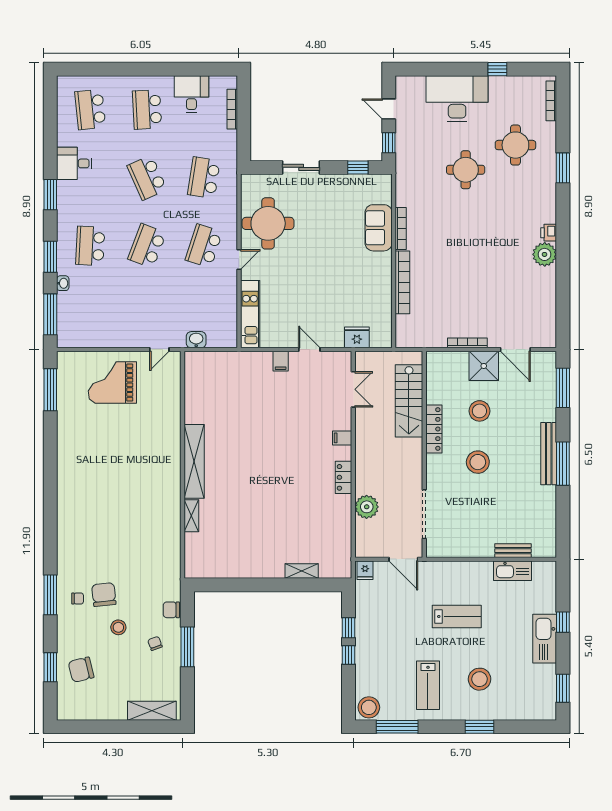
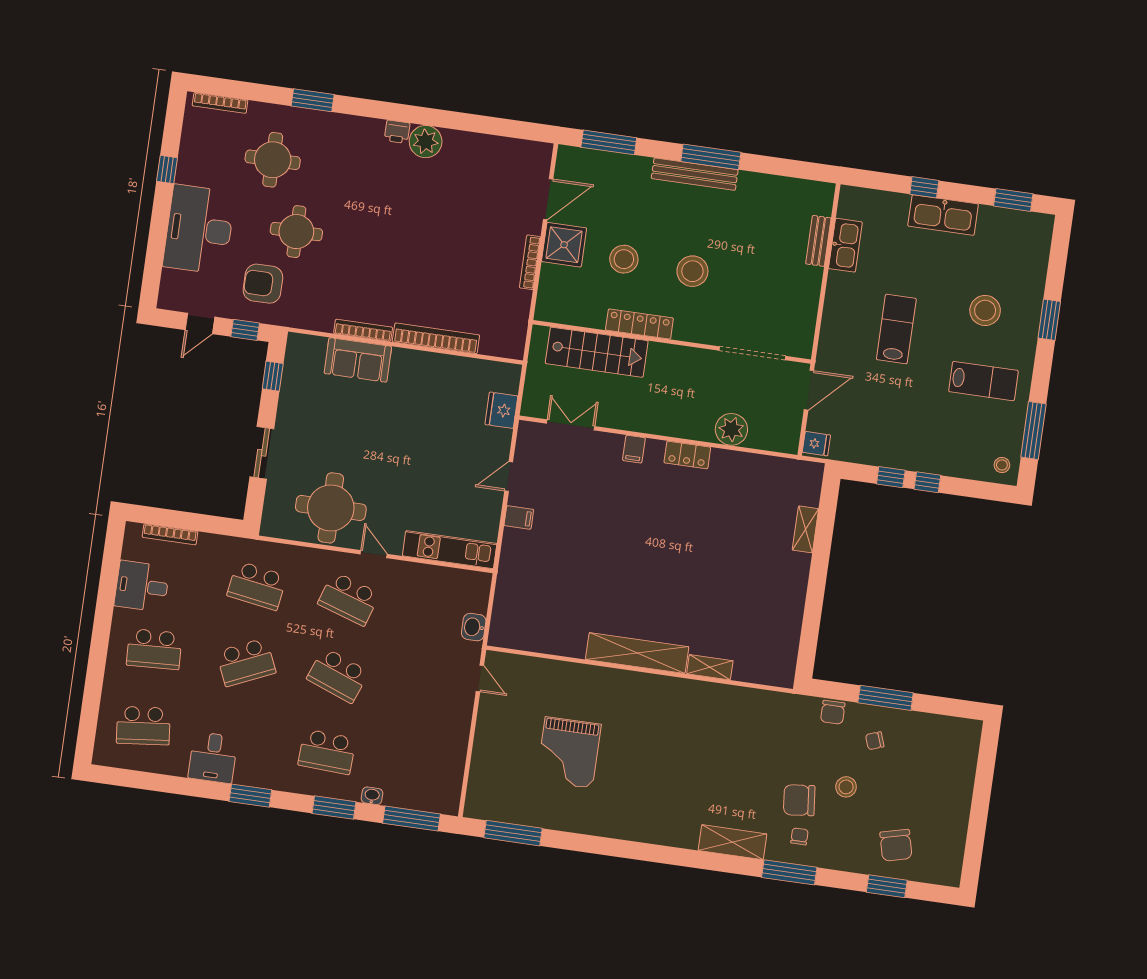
armchair: (424, 151) -> (263, 284), added
grand piano: (112, 382) -> (569, 753), moved
stool: (369, 707) -> (1002, 465), width x0.53, depth x0.53
shelving: (152, 711) -> (733, 842), moved, turned 90

